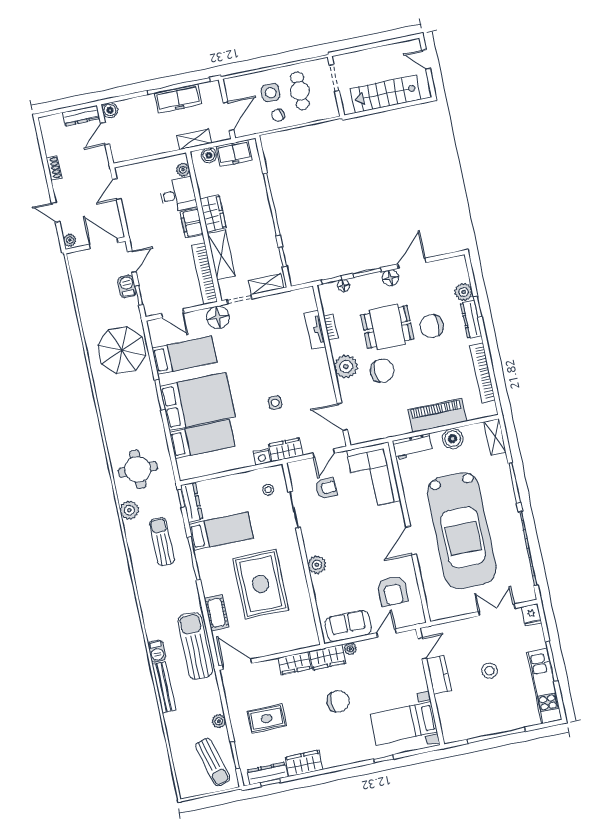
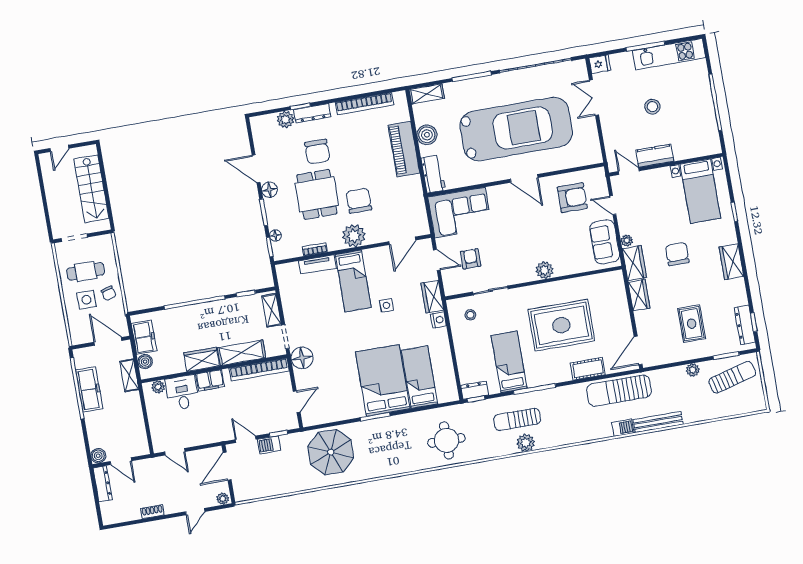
bed: (184, 355) -> (353, 281), moved, turned 180
dresser: (192, 502) -> (474, 390), width x0.70
plant: (129, 510) -> (526, 443), moved
wardrobe: (304, 763) -> (731, 262), moved

